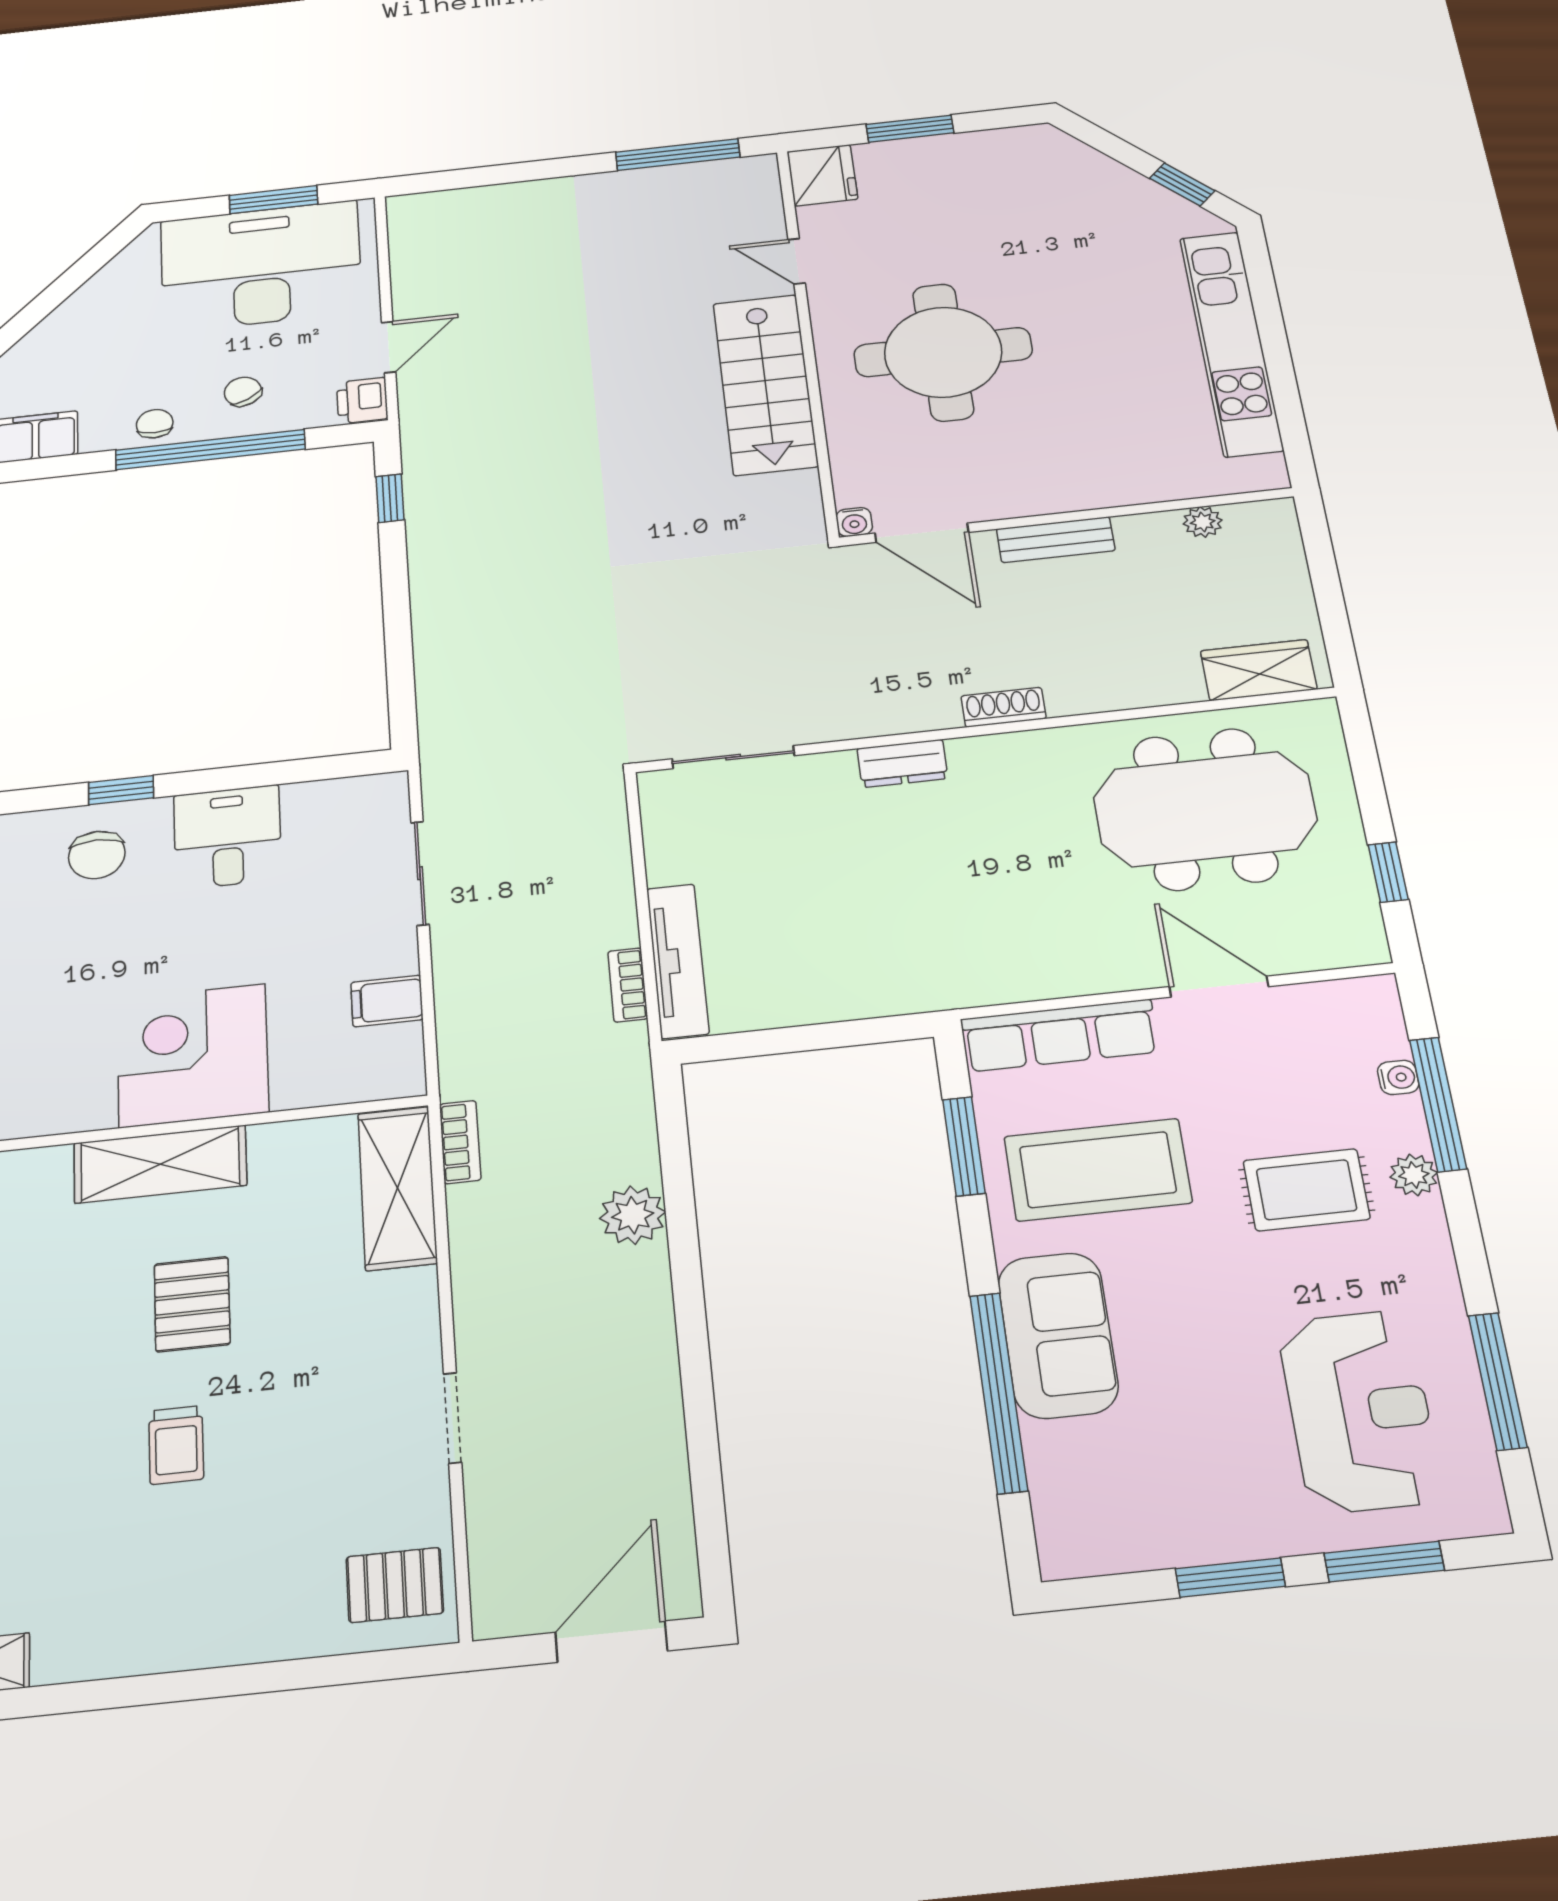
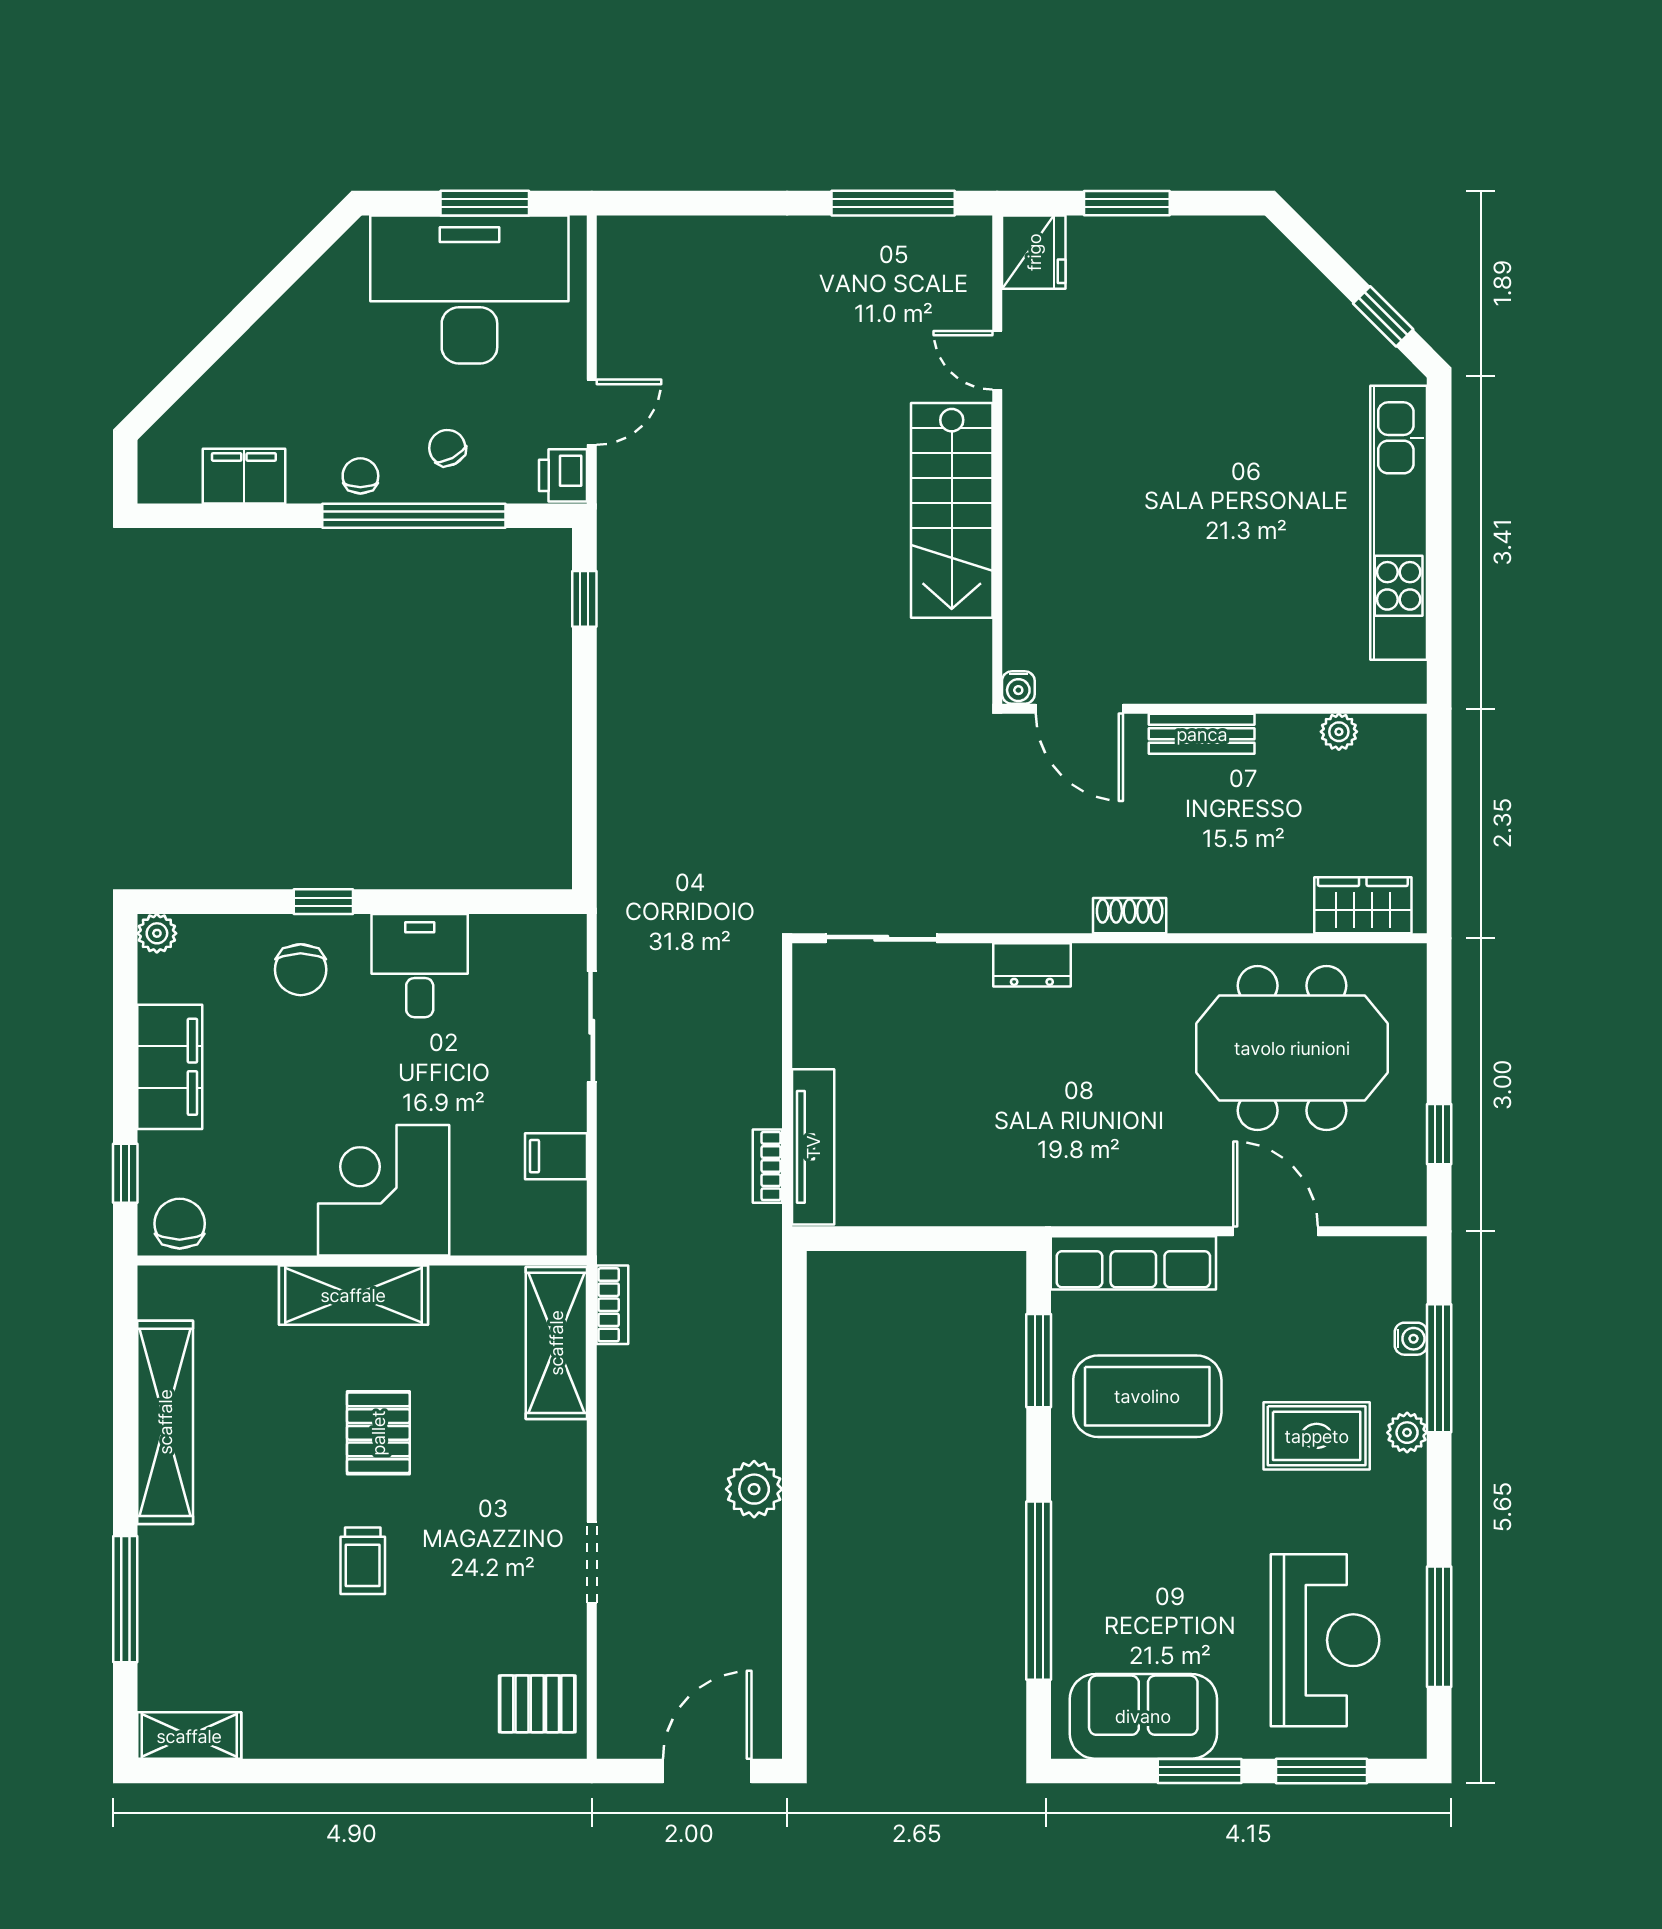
round table: (943, 352) -> (1125, 495), removed
plant: (633, 1215) -> (754, 1489), moved
sofa: (1058, 1335) -> (1143, 1716), moved, turned -90

